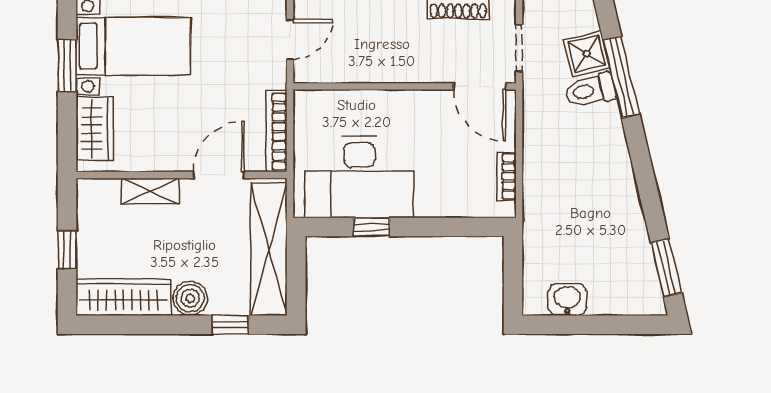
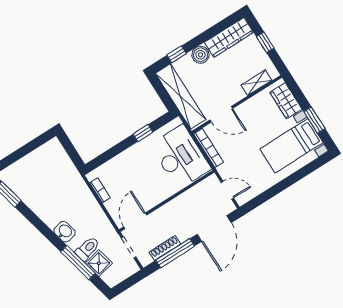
door: (290, 39) -> (227, 190), swing flipped
door: (480, 86) -> (135, 221), hinge flipped
door: (219, 175) -> (221, 114), hinge flipped
desk: (359, 177) -> (180, 157), moved, turned 90
shelving: (150, 191) -> (257, 83), moved
washbasin: (567, 299) -> (64, 232), moved, turned -103

